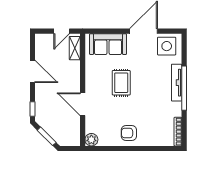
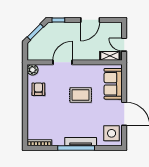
armchair: (129, 133) -> (38, 89), moved

